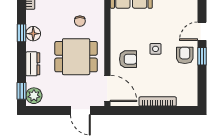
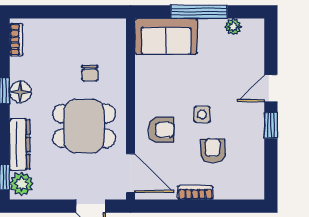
armchair: (185, 55) -> (213, 151), moved
dresser: (33, 64) -> (20, 144), width x1.44
bookcase: (158, 101) -> (195, 193), width x0.64

